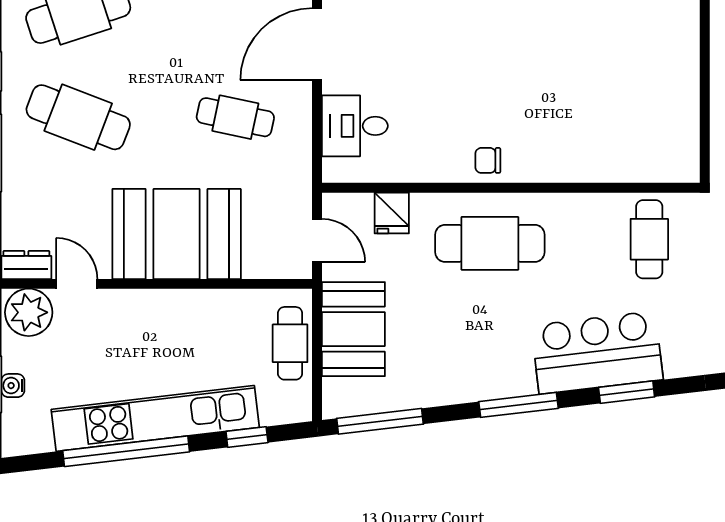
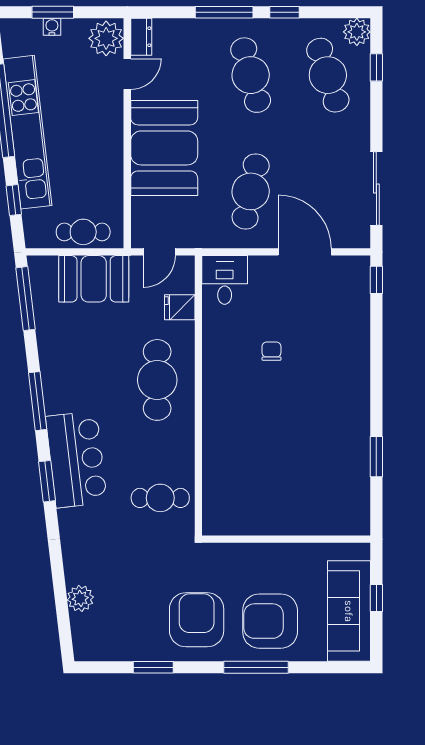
cafe table: (78, 117) -> (251, 75), turned -36
cafe table: (235, 117) -> (251, 191), width x1.37, depth x1.35
desk: (355, 126) -> (225, 280), moved
chair: (488, 160) -> (271, 351), moved

